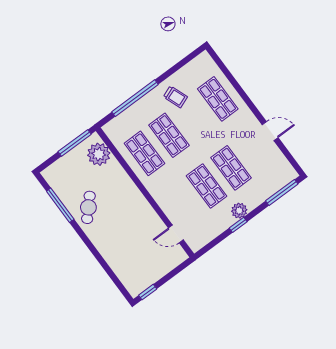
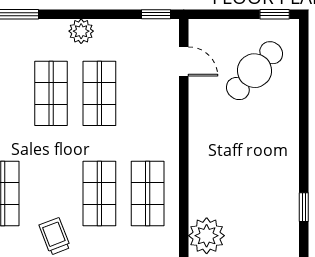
window: (60, 205) -> (304, 207), width x0.46
cafe table: (88, 207) -> (255, 71), moved, width x1.37, depth x1.35
window: (238, 225) -> (156, 14), moved

